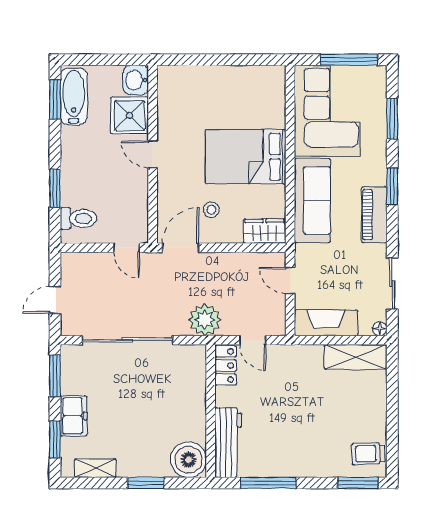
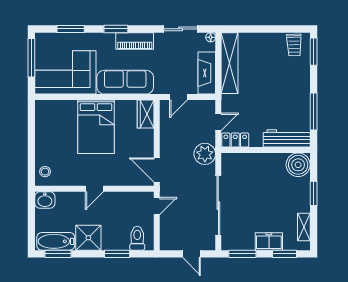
shower: (130, 115) -> (88, 238), moved
stool: (211, 210) -> (45, 172), moved
shelving: (356, 357) -> (230, 63), width x1.47

